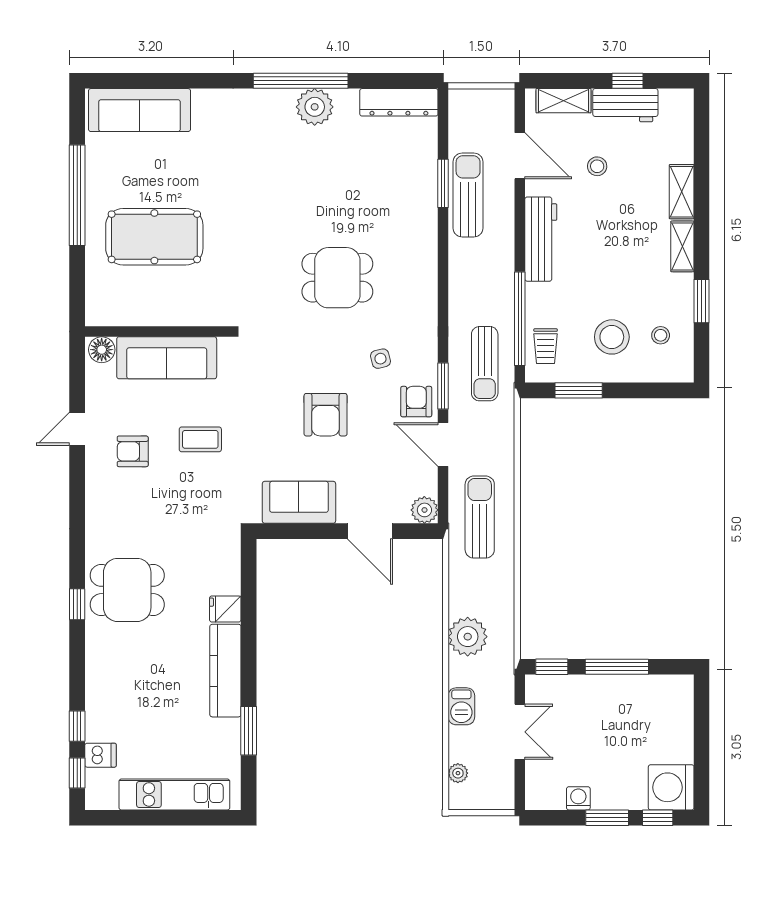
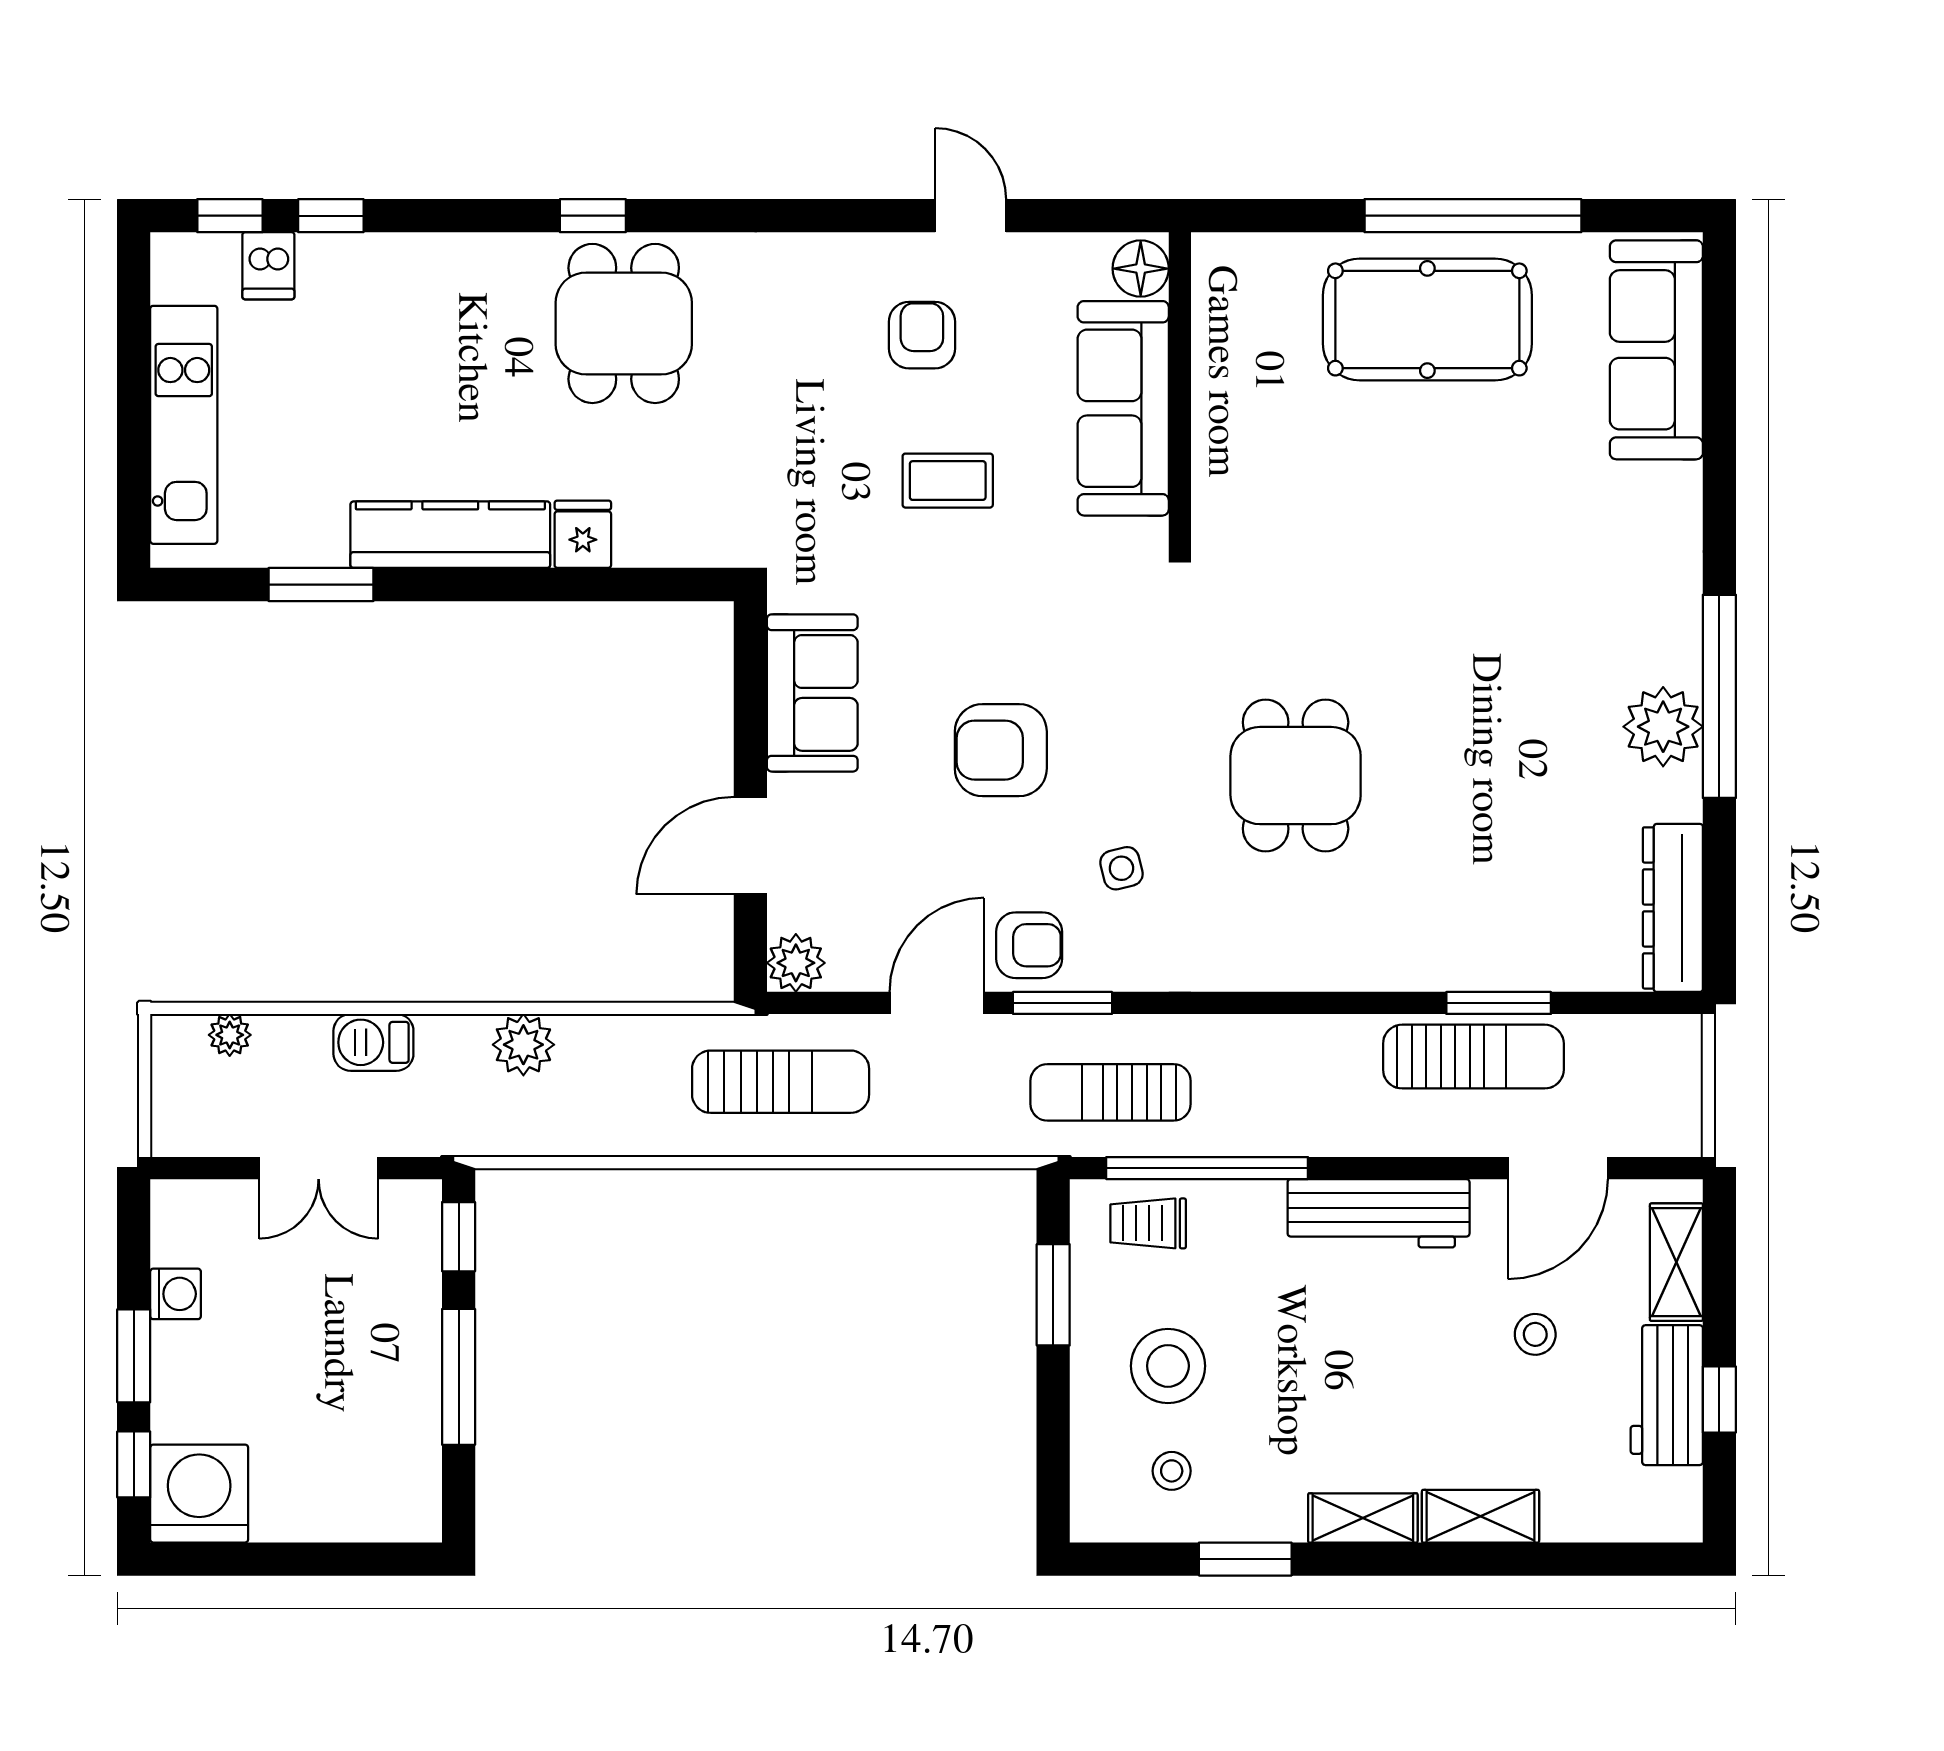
pool table: (154, 237) -> (1427, 319), moved, turned 90
coffee table: (200, 439) -> (948, 481), turned 90
plant: (468, 637) -> (523, 1045), width x0.73, depth x0.73

